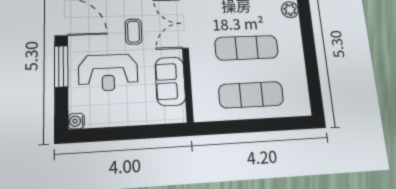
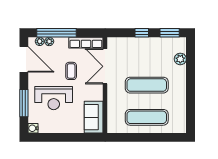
window: (61, 66) -> (24, 103), moved
sofa: (170, 81) -> (94, 117), moved

